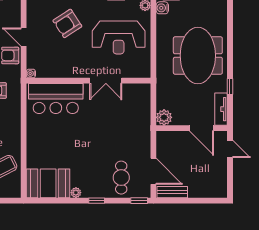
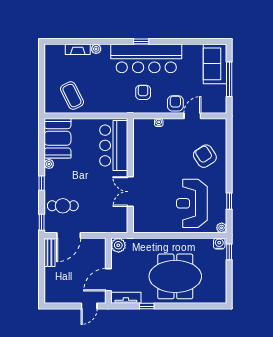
wall: (89, 81) -> (130, 176), moved
double door: (106, 81) -> (130, 192), moved
bar counter: (56, 99) -> (114, 145), moved

